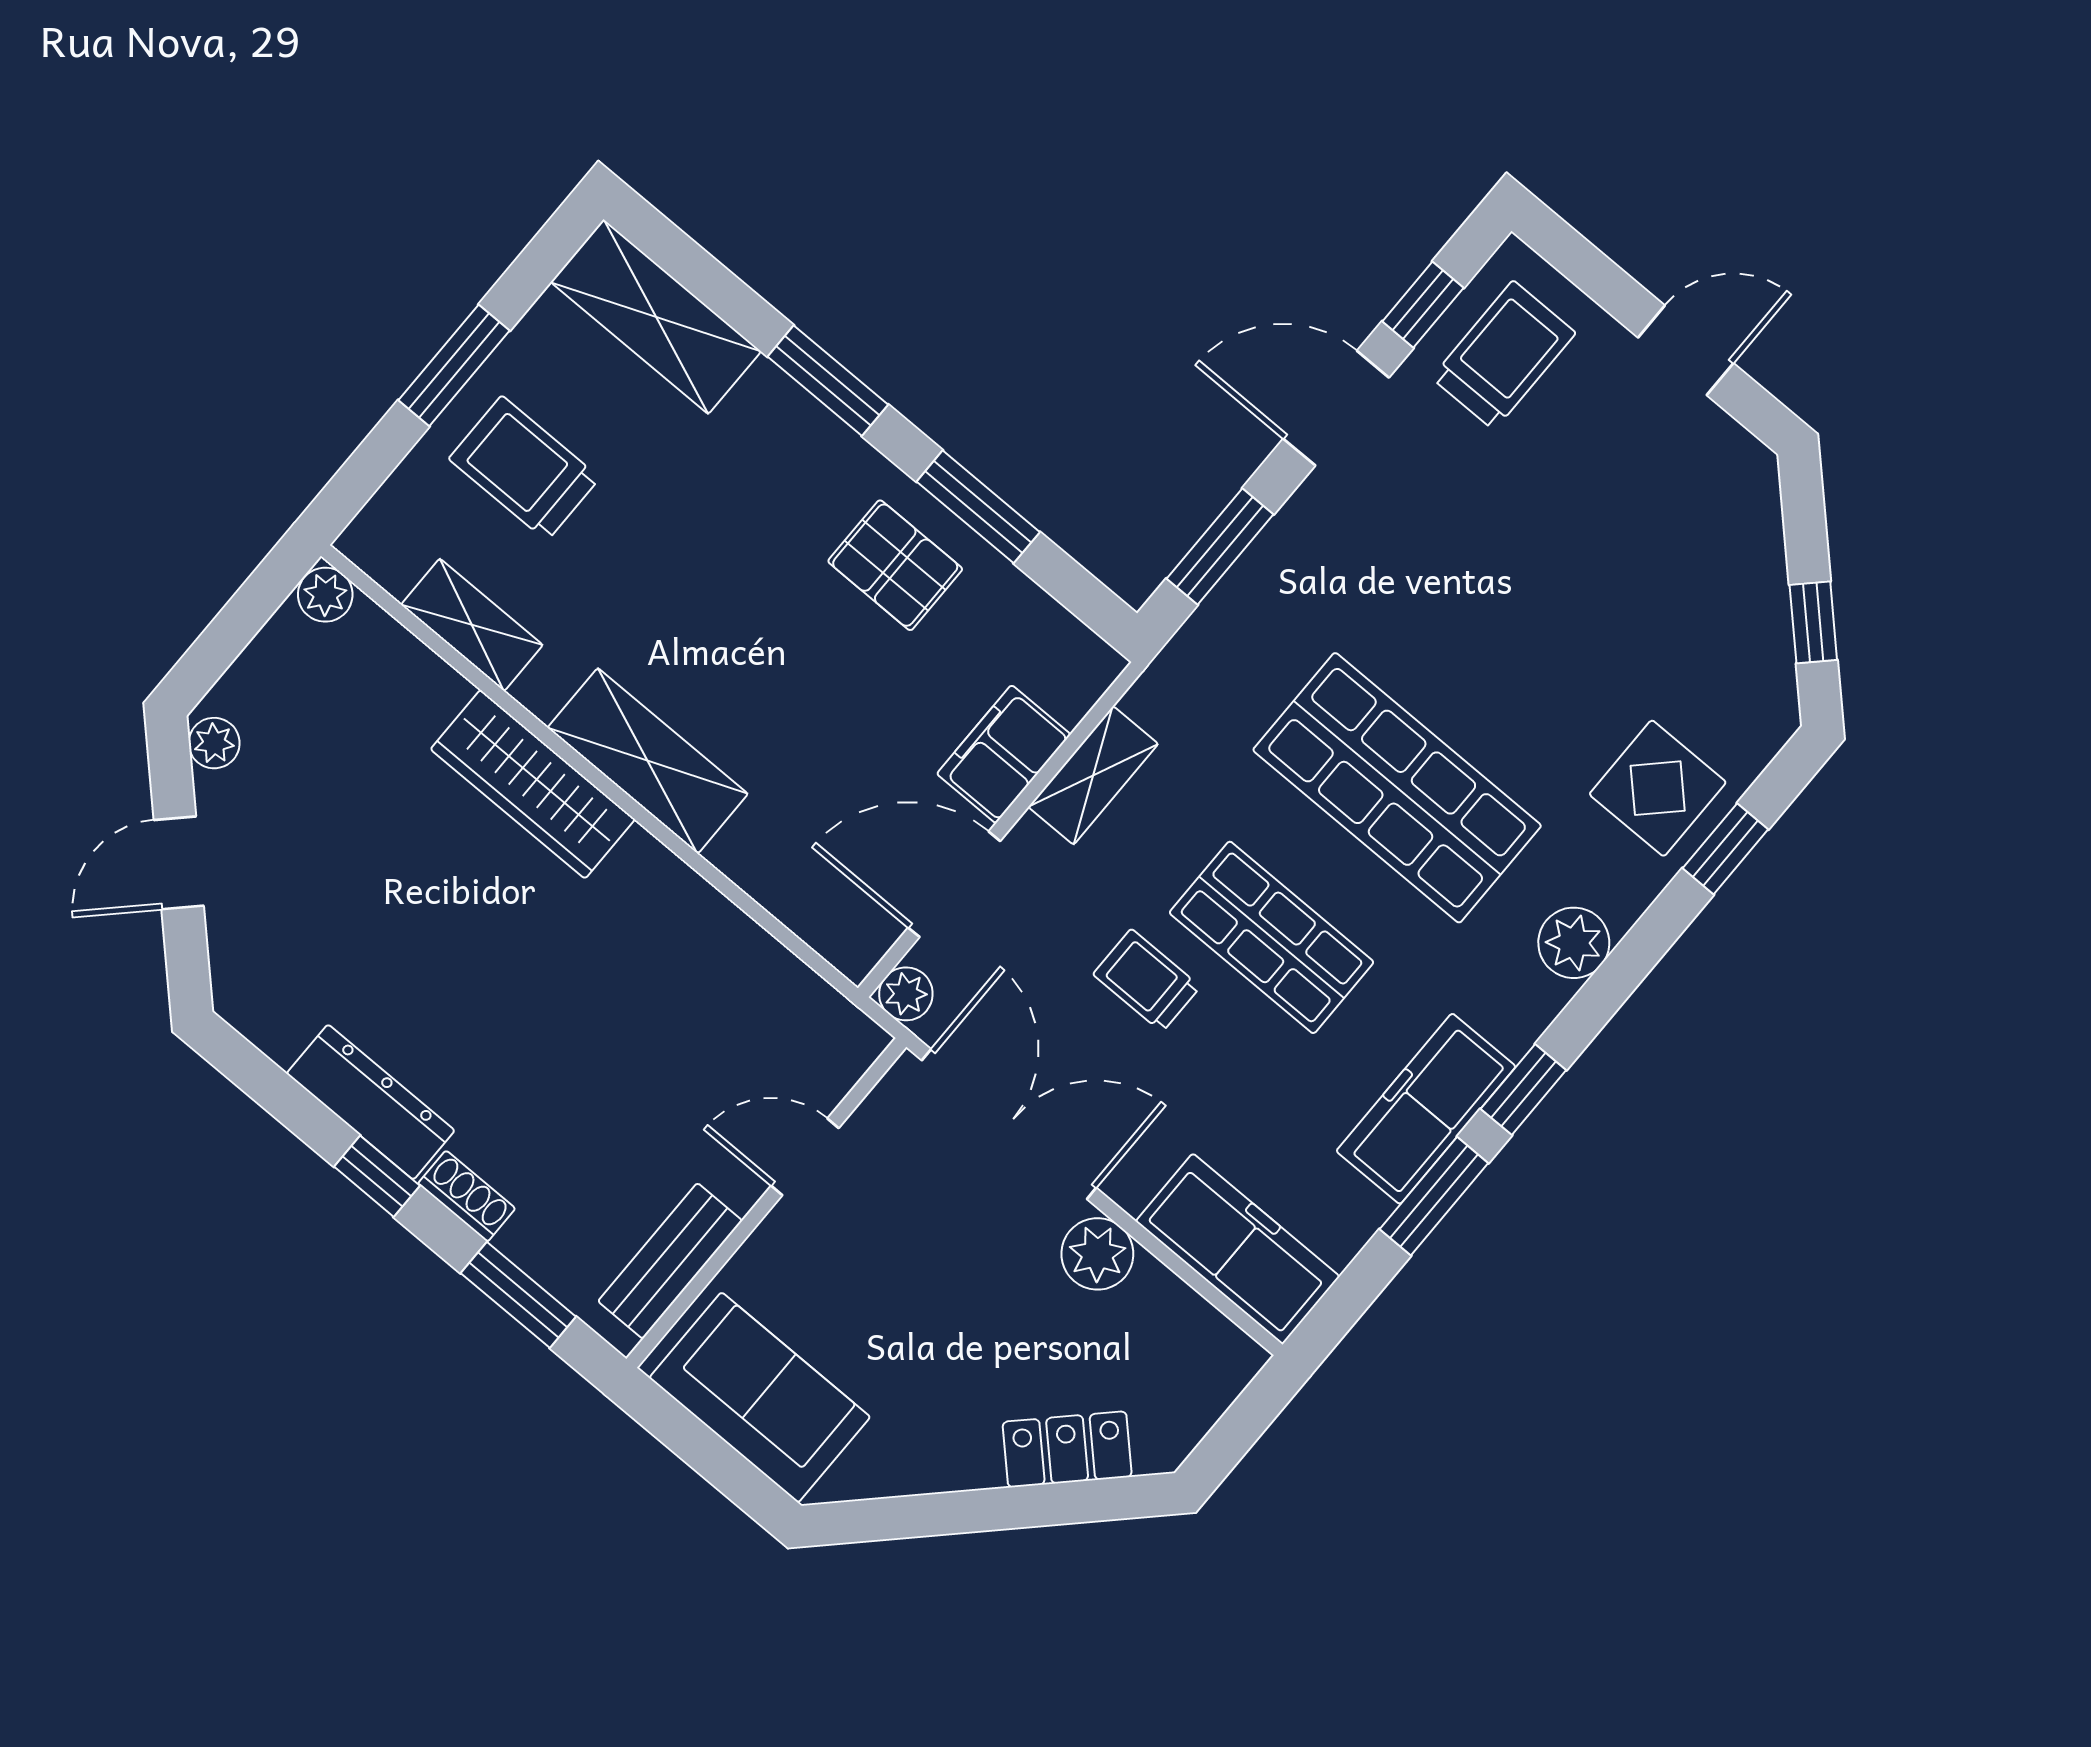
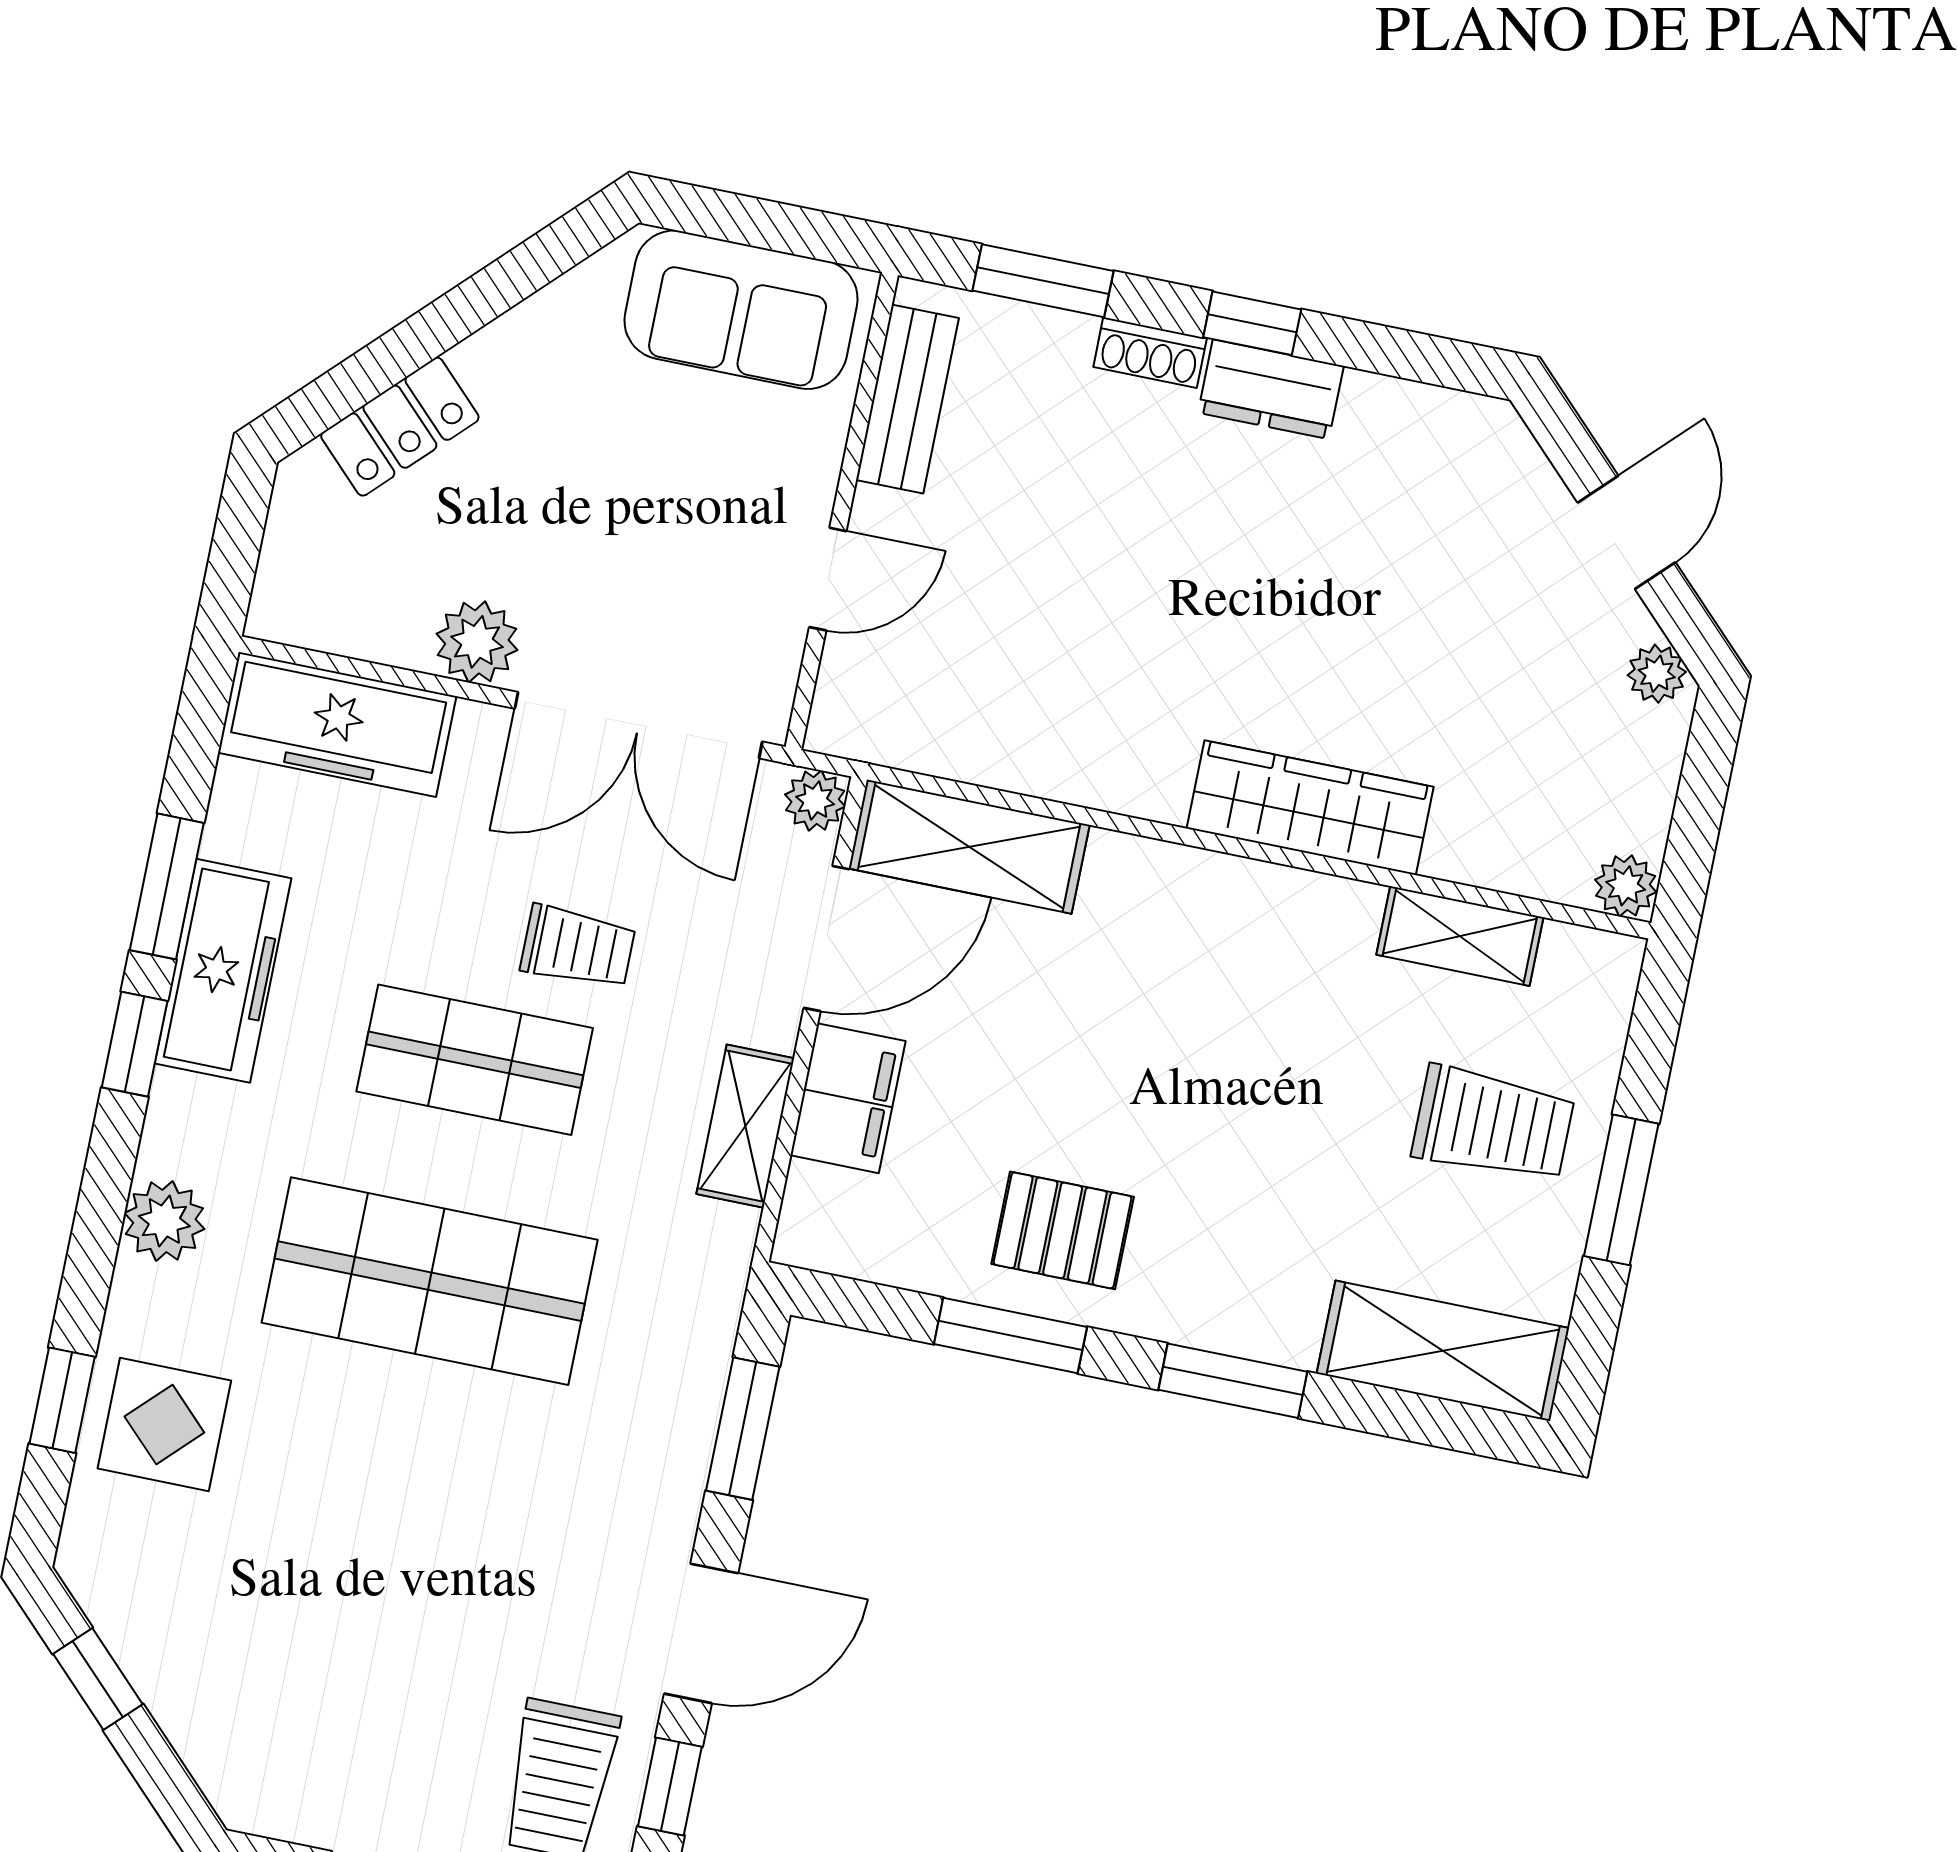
shelving: (648, 761) -> (969, 847), moved
dresser: (371, 1102) -> (1271, 389), width x0.70

